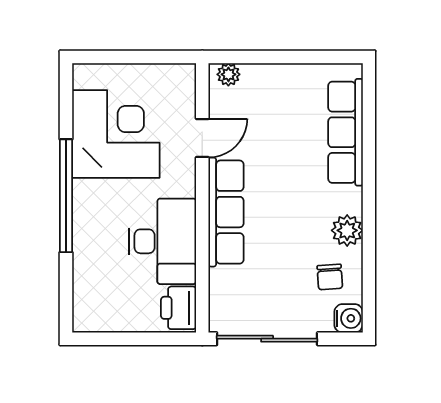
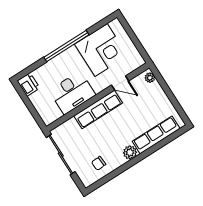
plant: (347, 230) -> (130, 152), moved
printer: (179, 308) -> (28, 84), moved, turned 90
water cooler: (349, 318) -> (88, 180), removed

